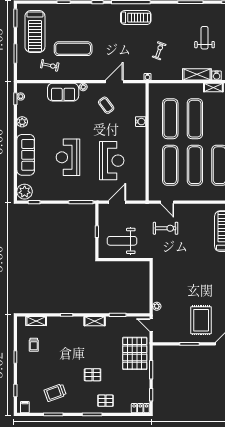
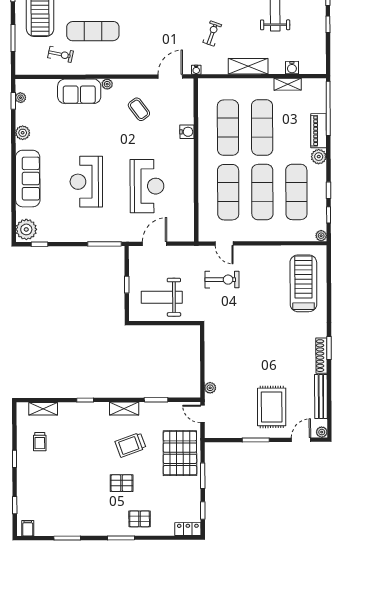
shelving: (197, 74) -> (248, 66), moved
door: (114, 82) -> (170, 76), moved
trolley: (55, 393) -> (130, 445), moved

